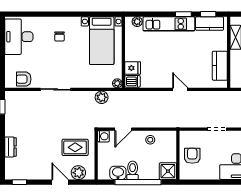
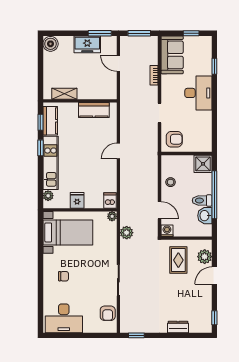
fridge: (133, 68) -> (77, 200), moved
armchair: (192, 156) -> (174, 139), moved, turned 180

